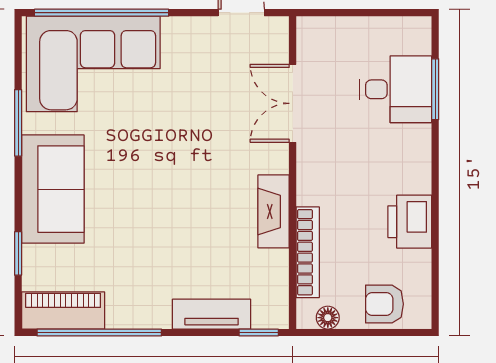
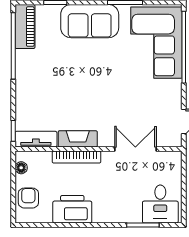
desk: (396, 89) -> (160, 204), moved
printer: (410, 222) -> (72, 209), width x1.37, depth x1.19
bookcase: (308, 252) -> (77, 157), moved
tv unit: (212, 314) -> (36, 139), moved, turned -90

